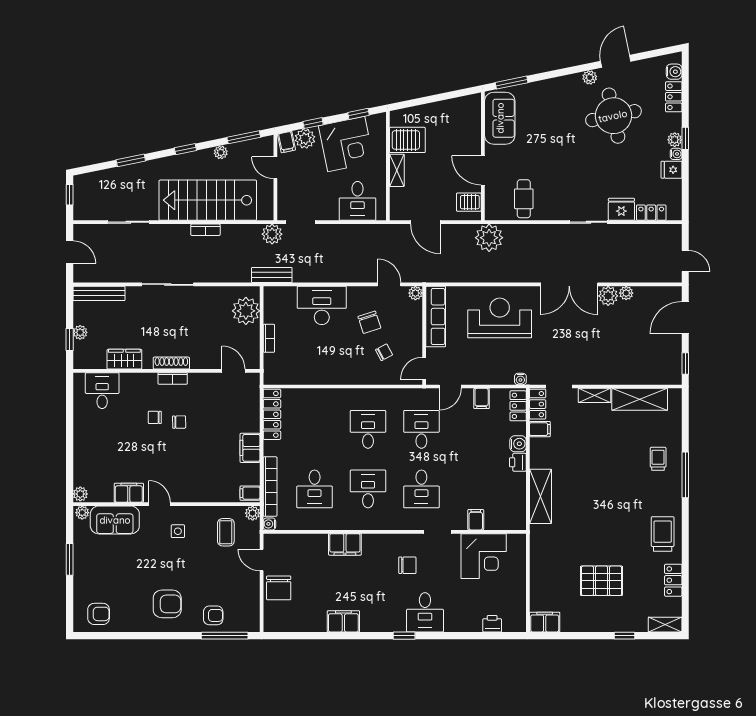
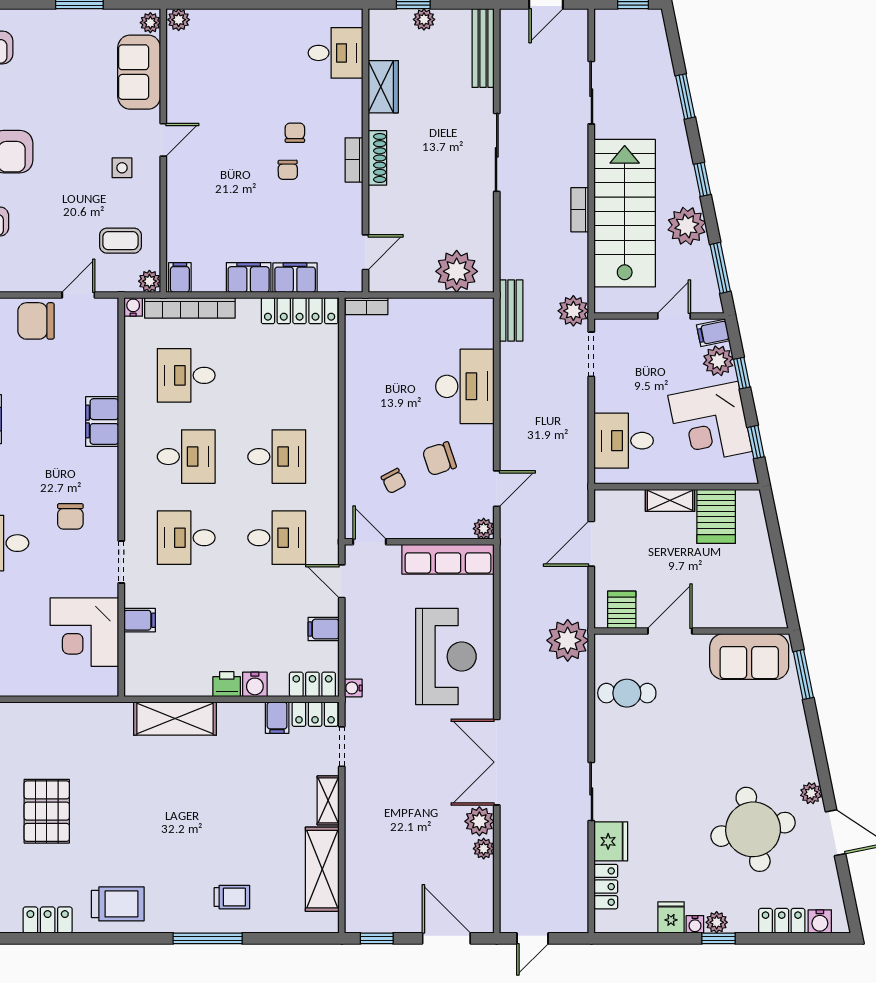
plant: (221, 152) -> (687, 226), width x1.87, depth x1.87
bookcase: (269, 338) -> (367, 306), moved
filing cabinet: (129, 493) -> (295, 278), moved, turned -90

